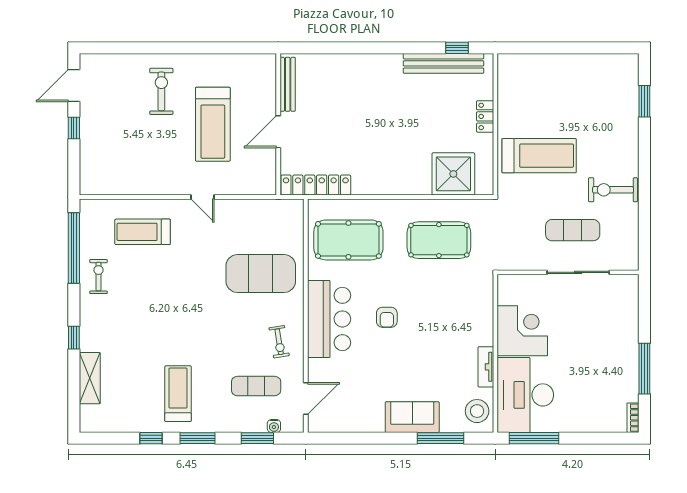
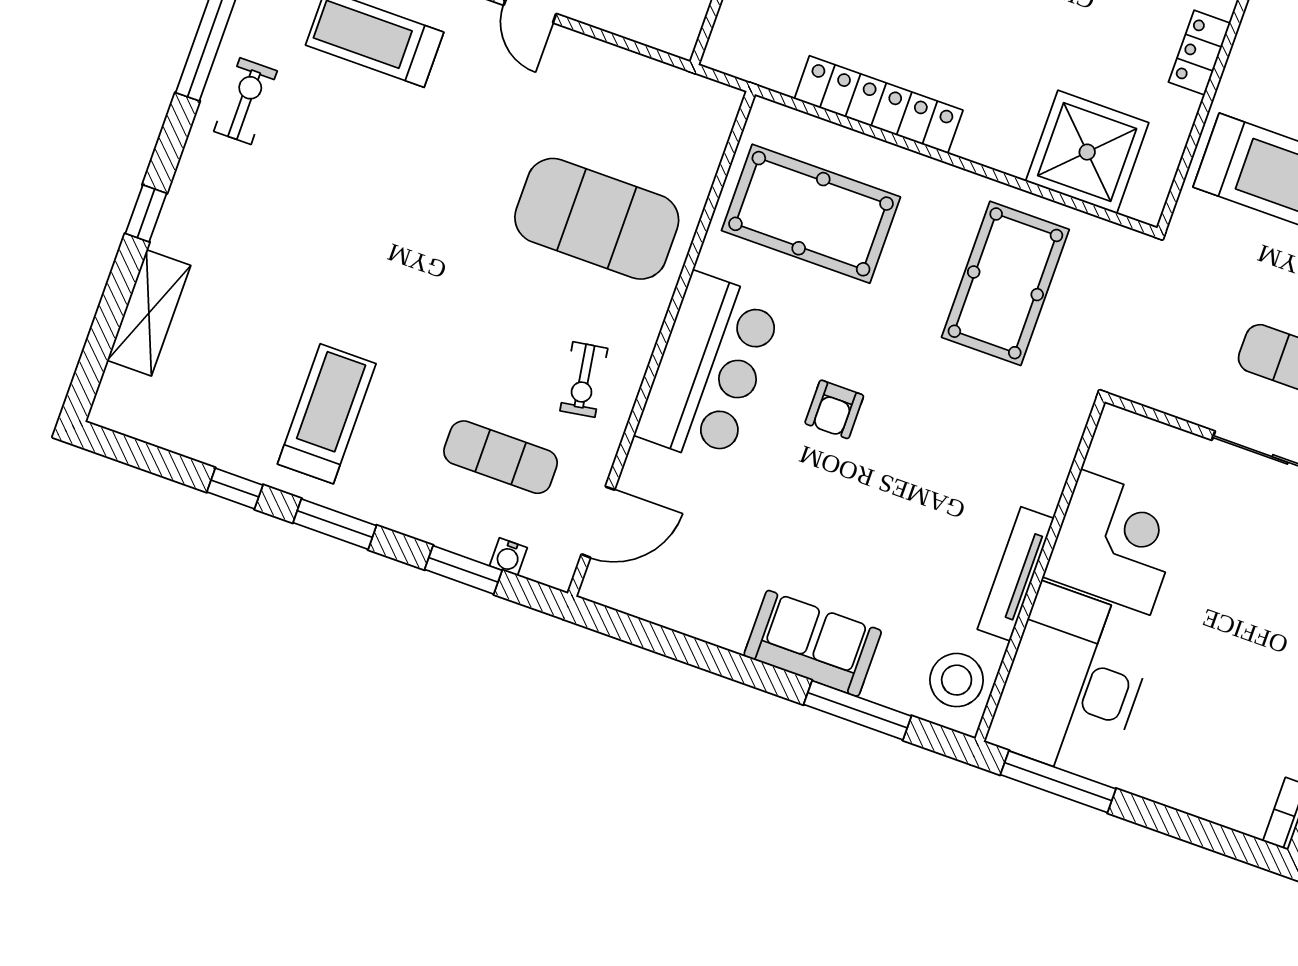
locker: (316, 185) -> (879, 105), moved
pool table: (439, 240) -> (1005, 283), turned 90
tv unit: (486, 367) -> (1016, 574), width x1.41

